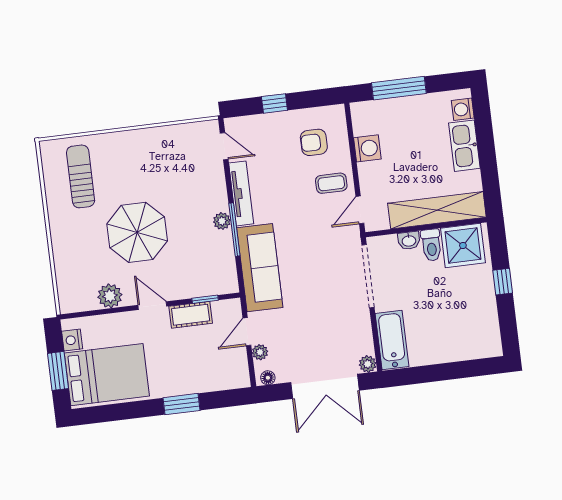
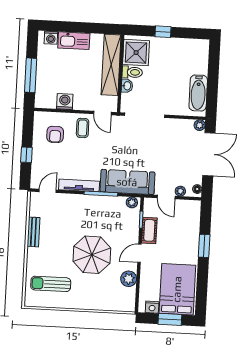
bench: (156, 135) -> (33, 232), added
plant: (222, 221) -> (132, 202), moved
bathtub: (392, 340) -> (198, 93), moved, turned -90

